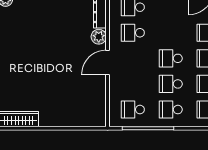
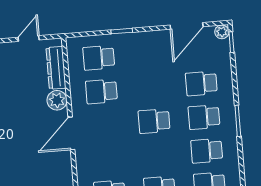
school desk: (171, 84) -> (157, 155), removed

